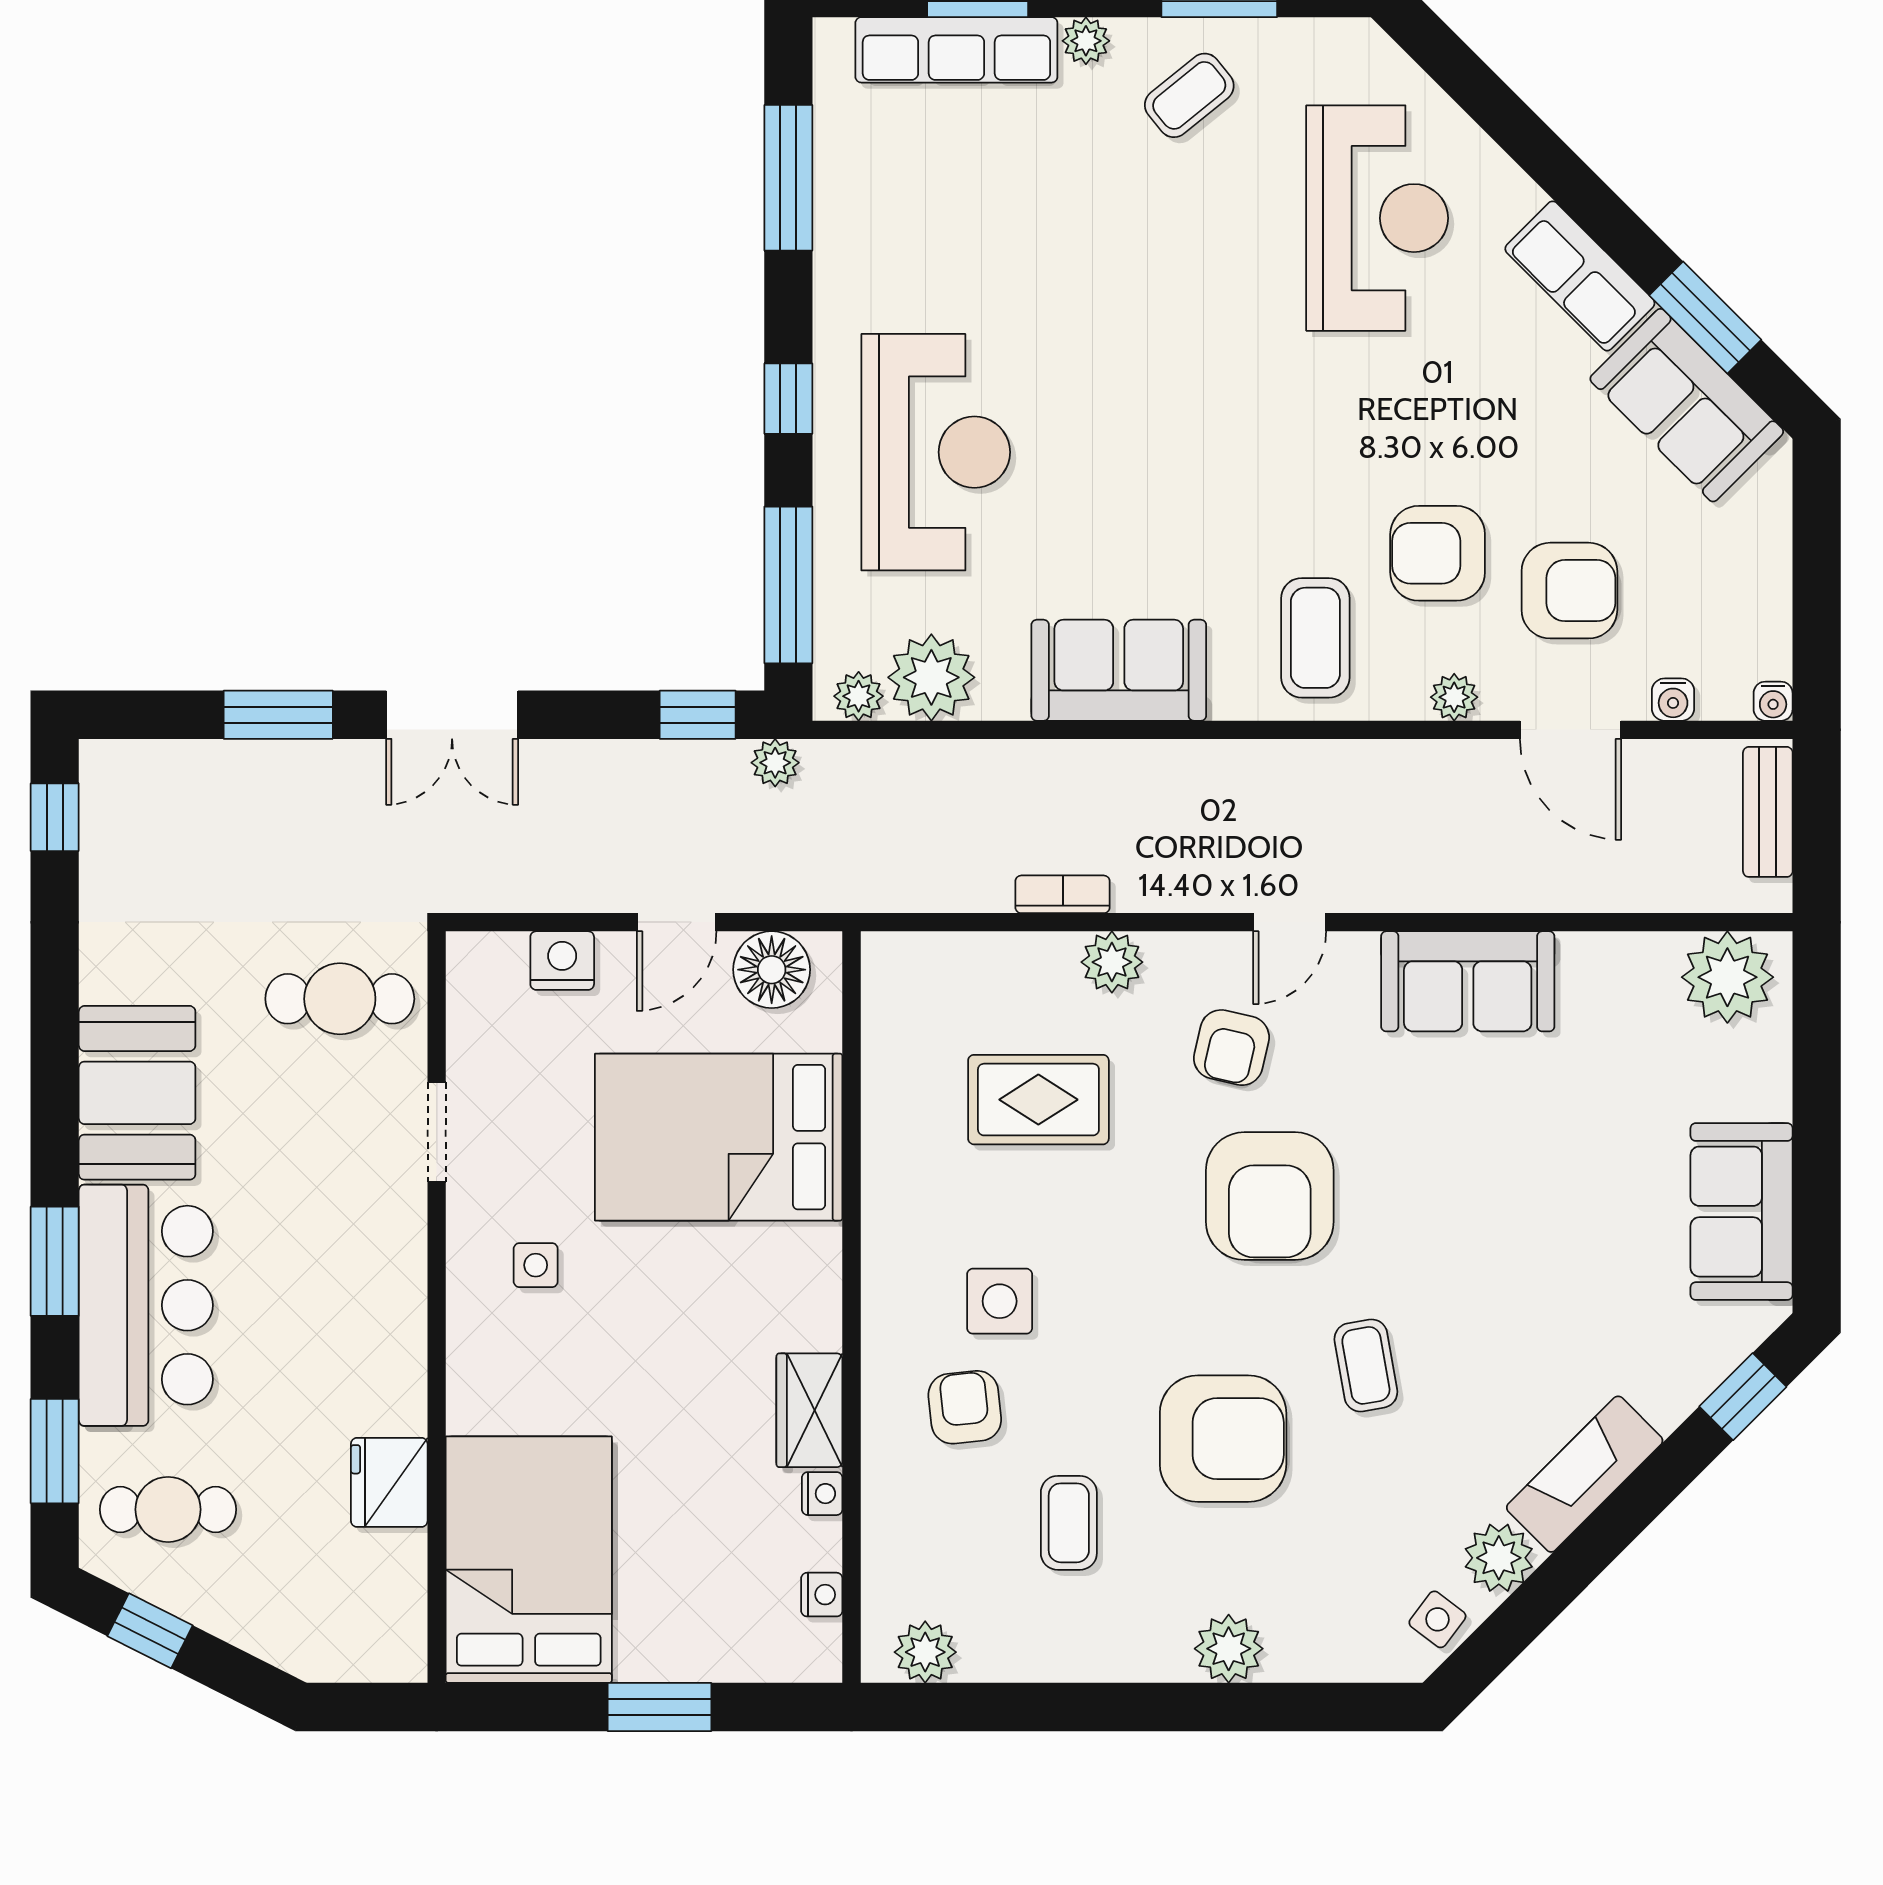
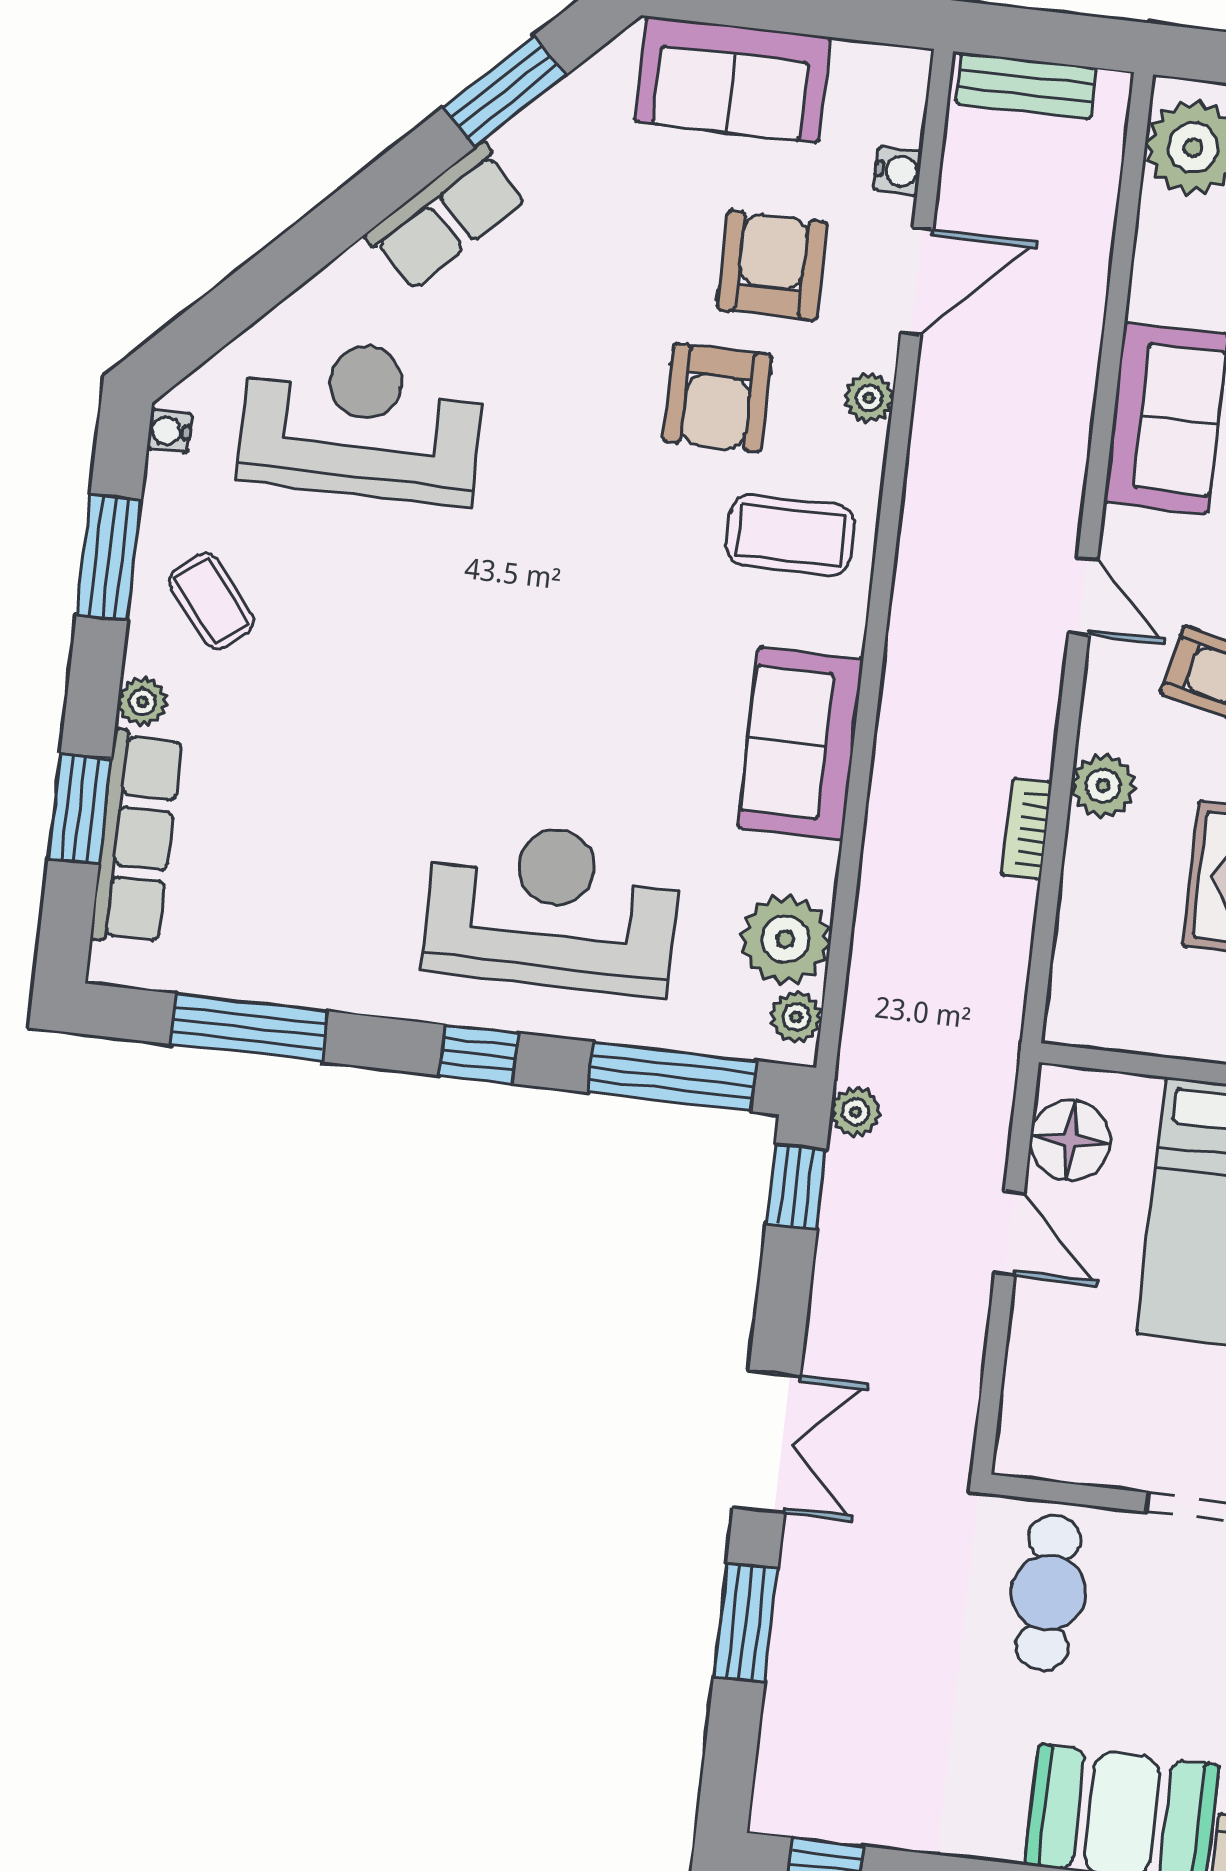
sofa: (1687, 405) -> (732, 79), moved, turned 45
water cooler: (1773, 701) -> (169, 431), moved, turned 180
nightstand: (562, 961) -> (1035, 1357), removed

